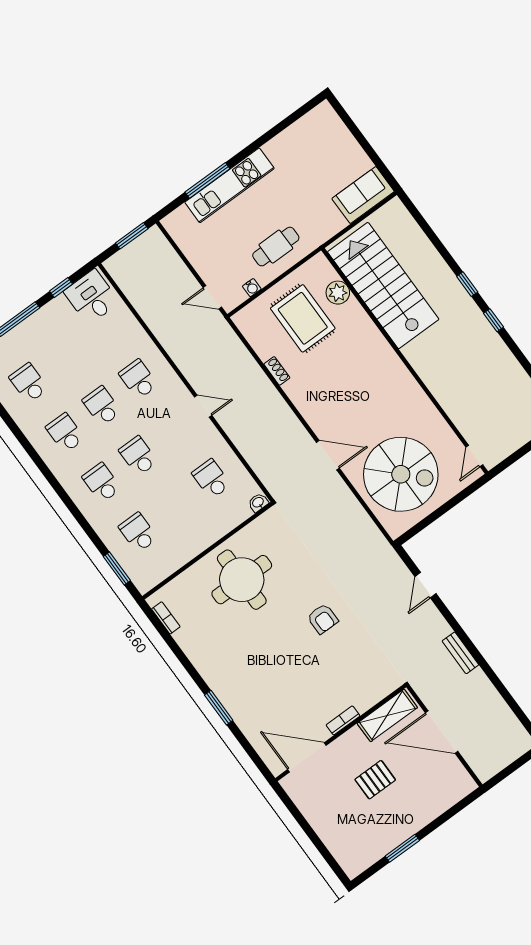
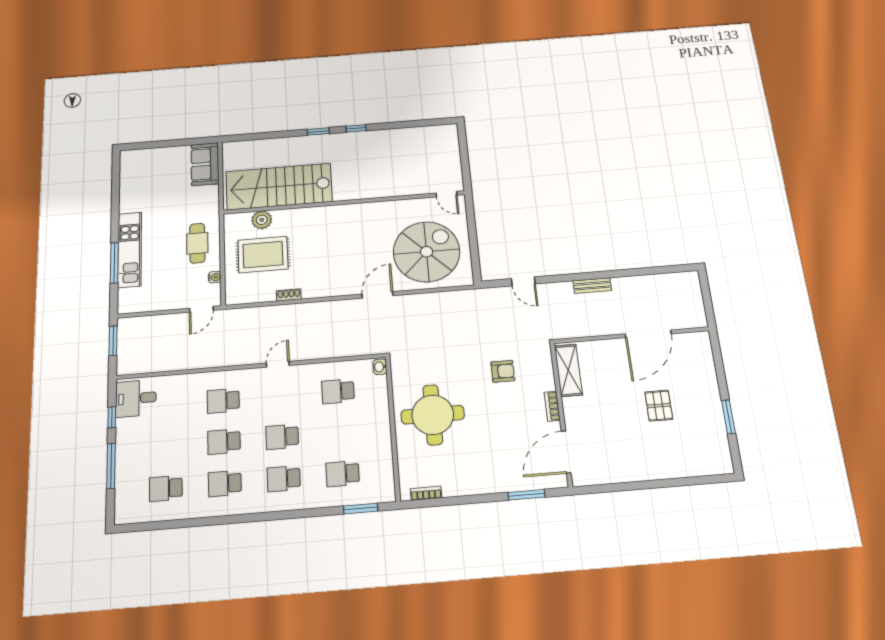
shelving: (387, 715) -> (568, 370), moved
bookcase: (343, 720) -> (552, 406), moved
wall: (341, 733) -> (561, 414), moved
door: (307, 757) -> (566, 452), moved

